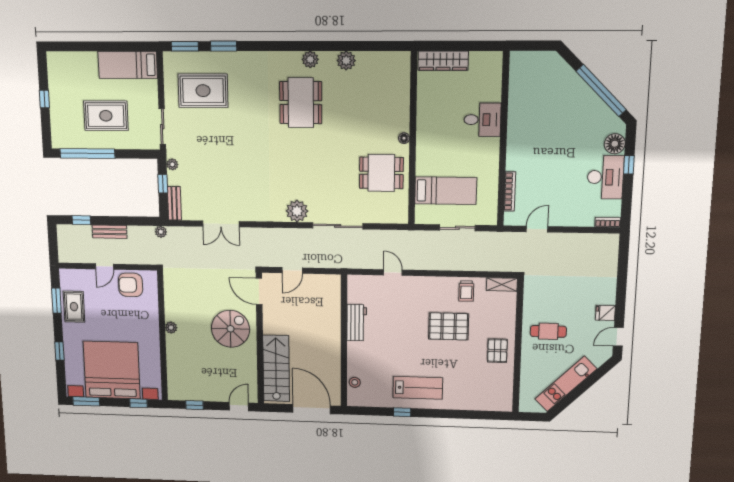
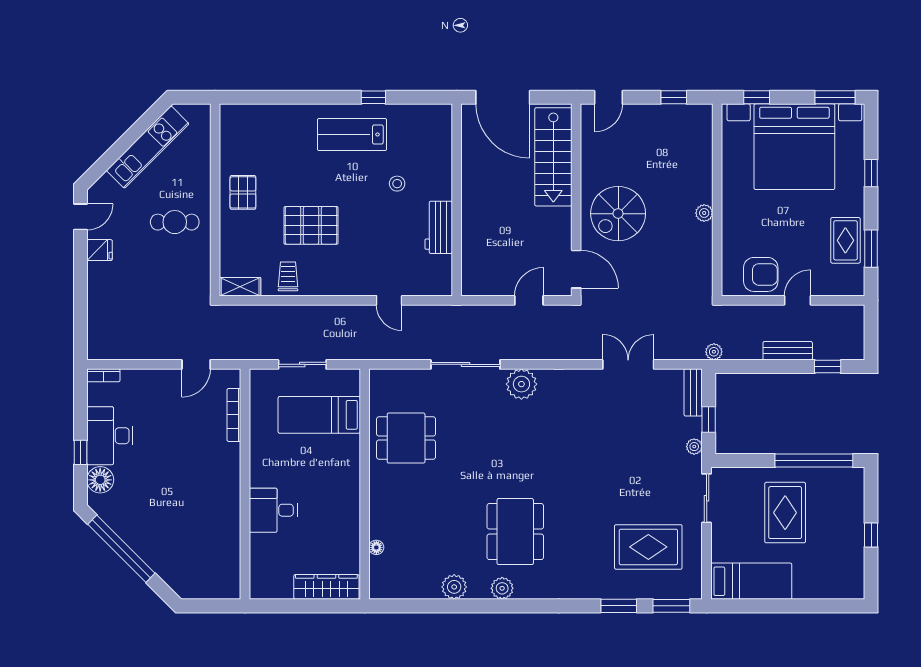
rug: (106, 116) -> (785, 513), turned 90
floor lamp: (404, 138) -> (376, 547), moved
stool: (355, 382) -> (397, 184), moved

